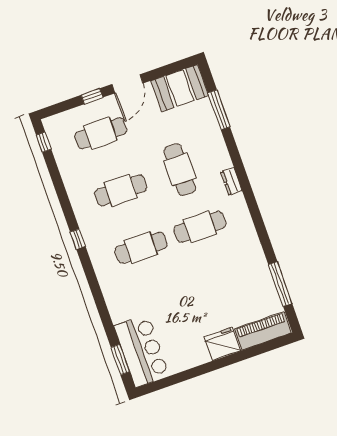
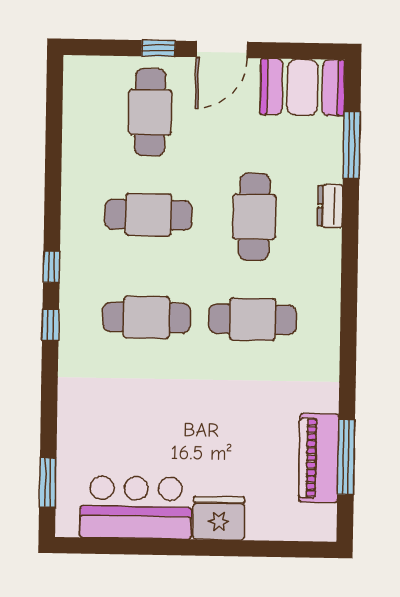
cafe table: (101, 133) -> (150, 112), turned 90
window: (44, 142) -> (51, 325), moved
dresser: (231, 181) -> (330, 206), moved
piano: (263, 331) -> (319, 458), moved, turned -90
bar counter: (142, 351) -> (136, 507), moved, turned -90

